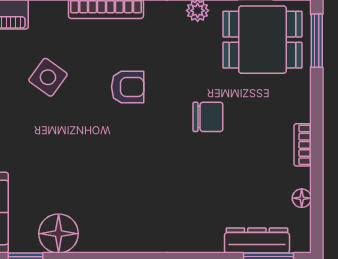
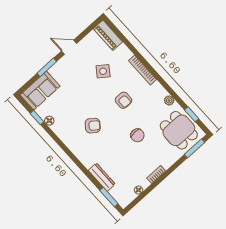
armchair: (124, 177) -> (93, 126), added
floor lamp: (59, 234) -> (49, 121), width x0.53, depth x0.53
dresser: (257, 241) -> (102, 177), moved

